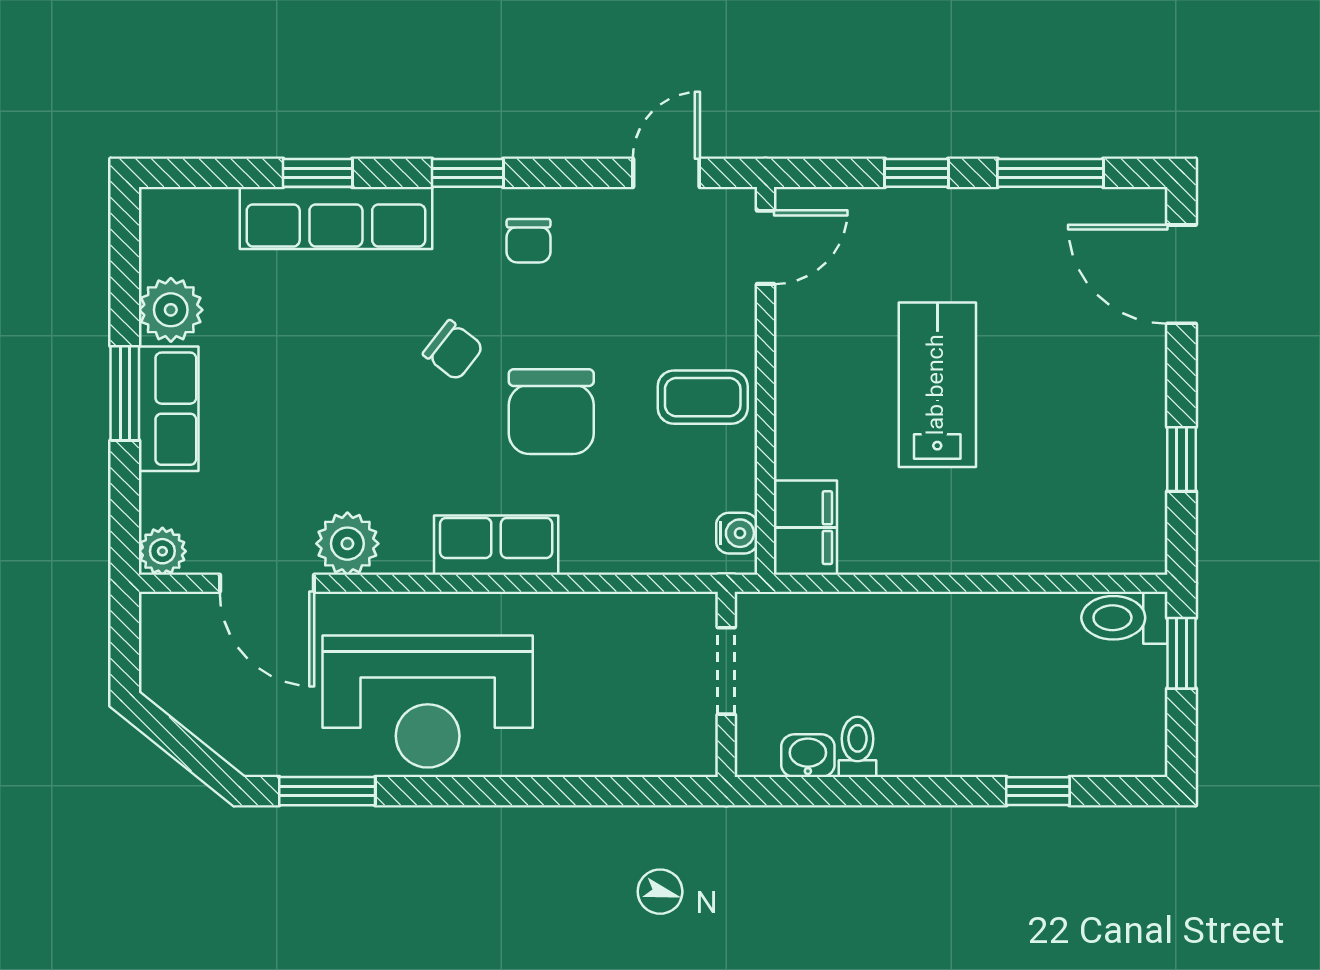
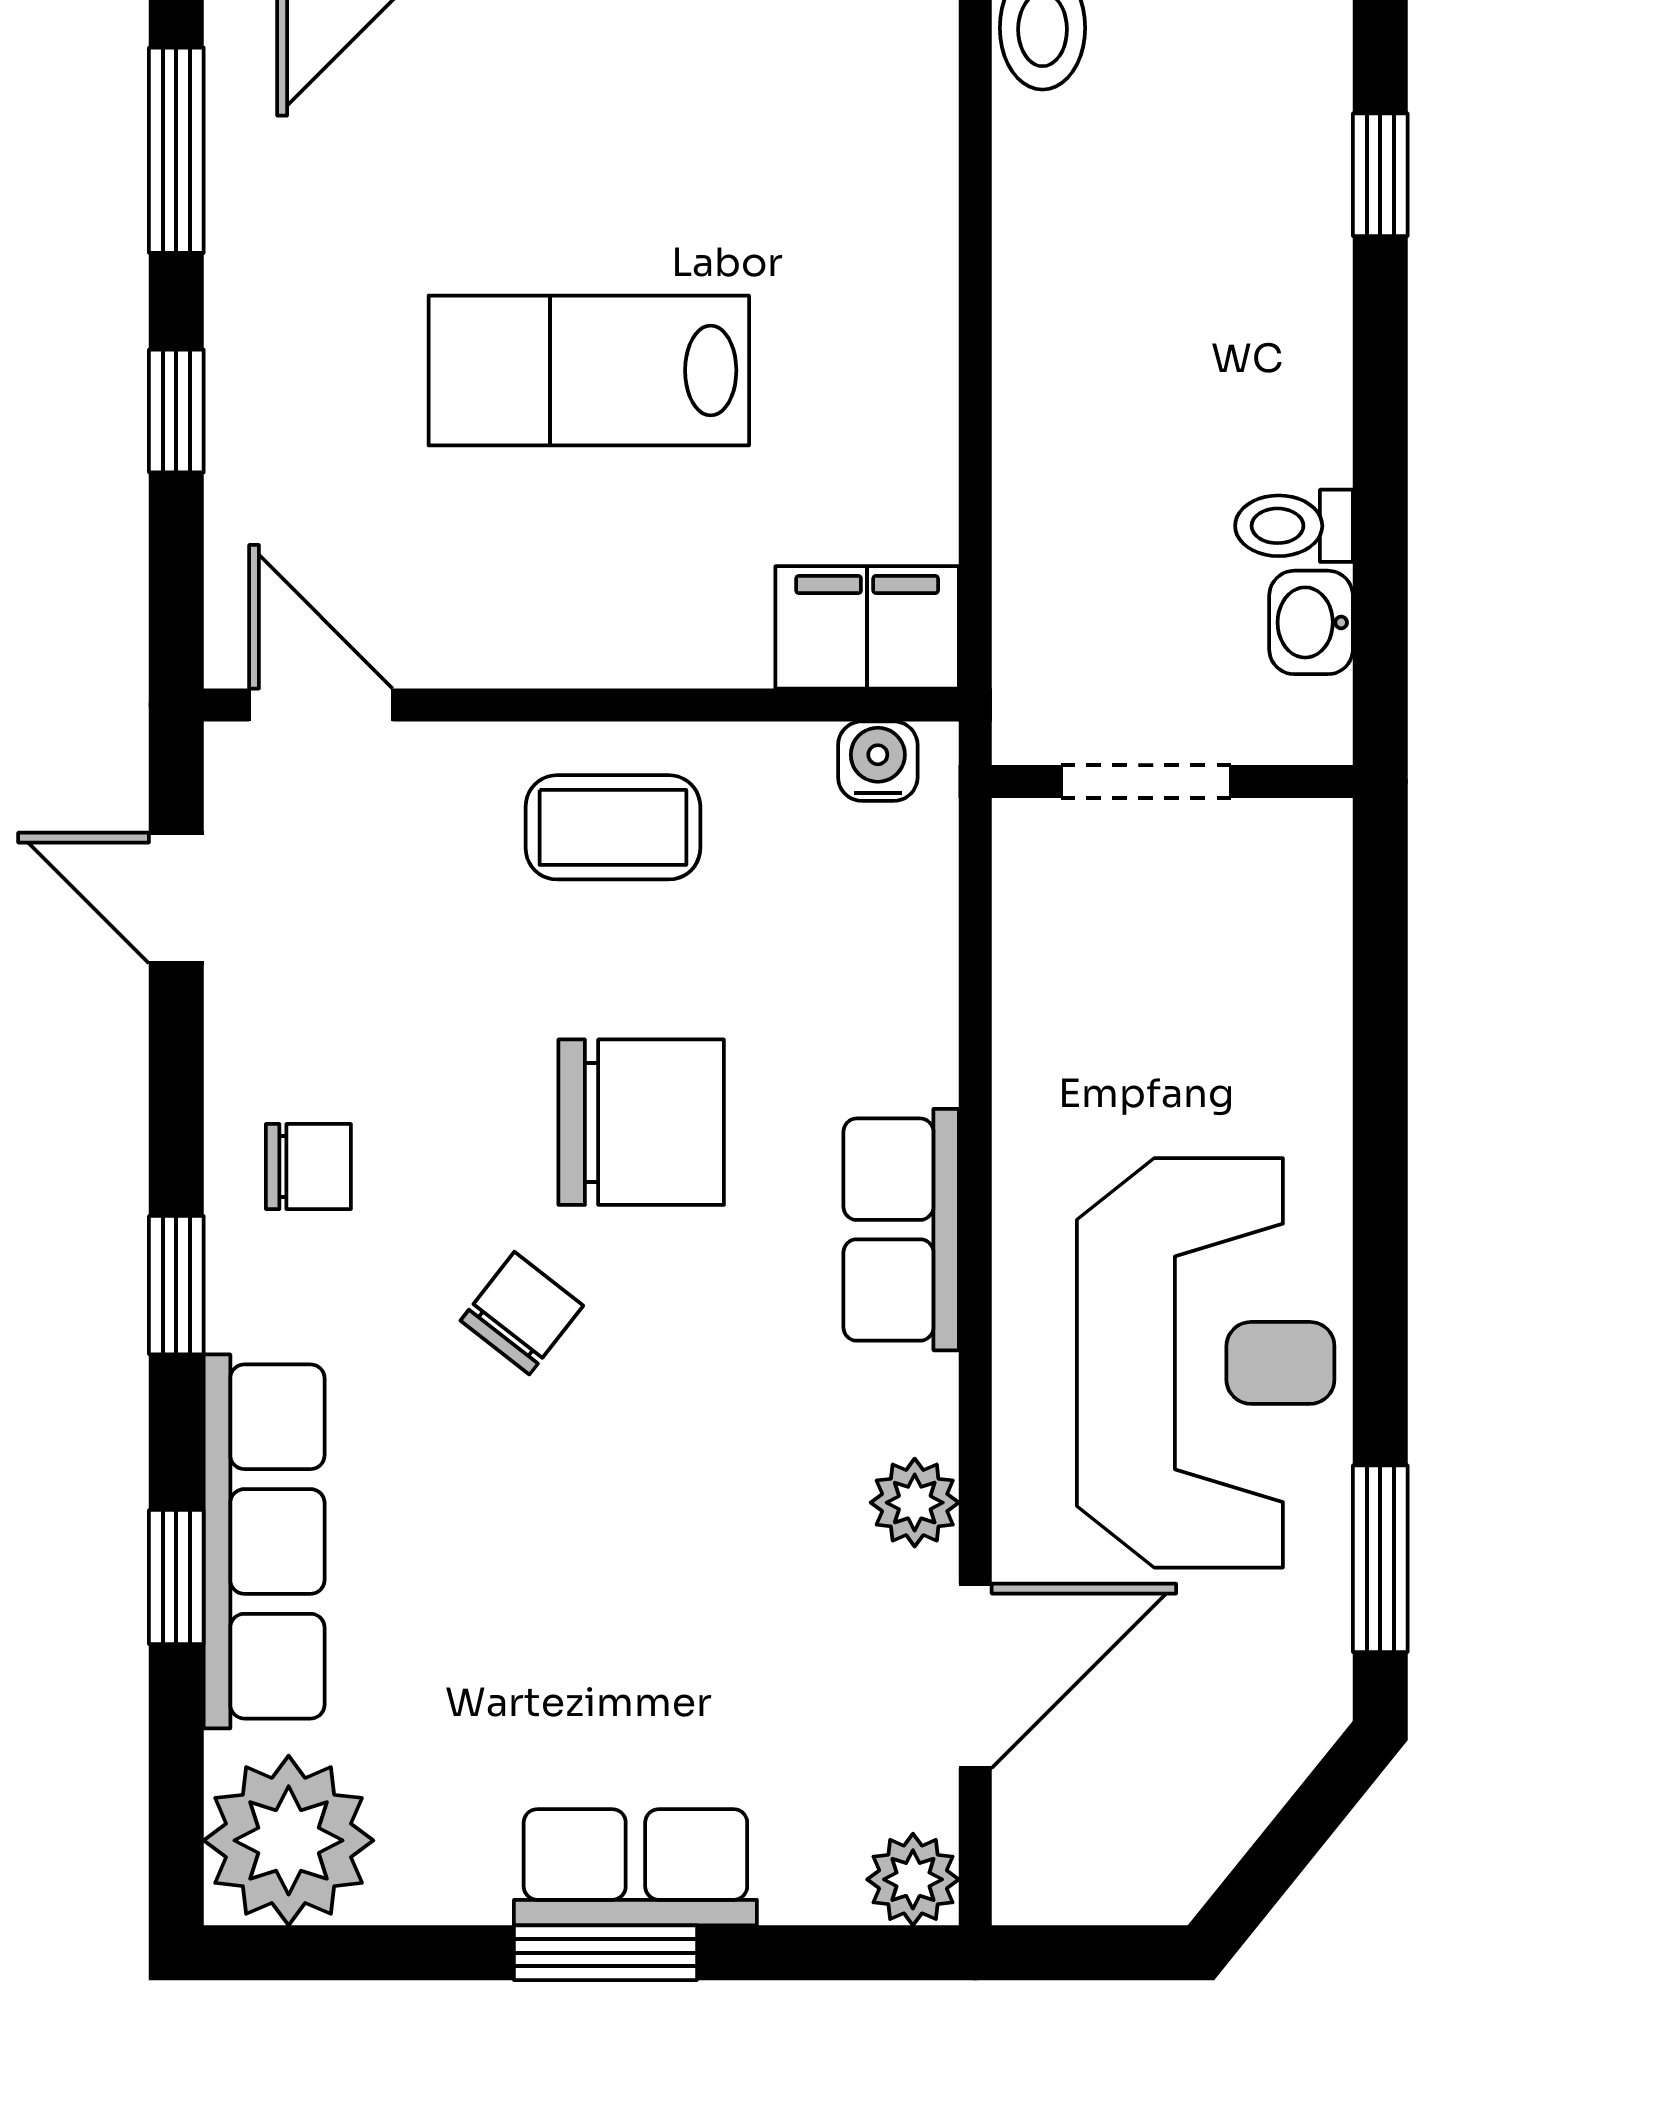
plant: (171, 310) -> (289, 1840), moved, width x1.36, depth x1.36
coffee table: (703, 397) -> (613, 827), turned 90
plant: (347, 544) -> (915, 1503), width x0.73, depth x0.73

